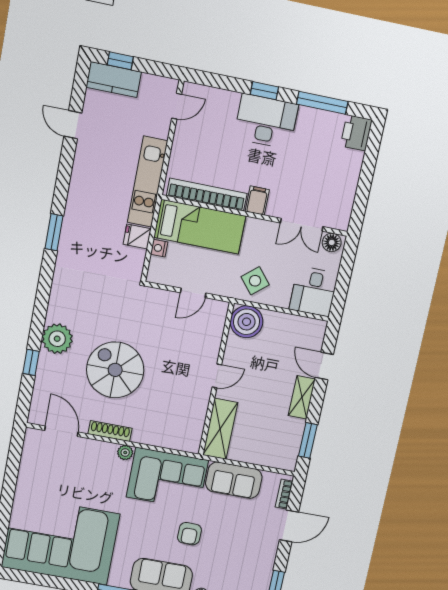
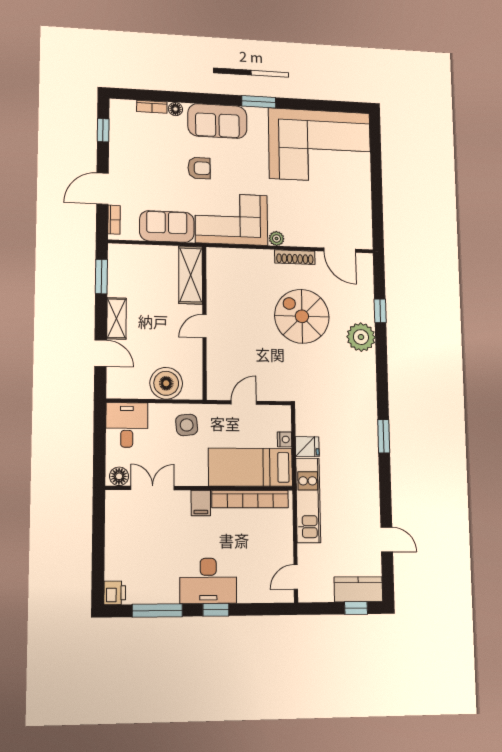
printer: (356, 133) -> (115, 593), width x0.73, depth x0.81
side table: (255, 281) -> (187, 425), turned 34
boiler: (247, 322) -> (166, 383), moved
spiral stairs: (115, 370) -> (302, 316), turned 180
armchair: (189, 534) -> (199, 168), turned 90

